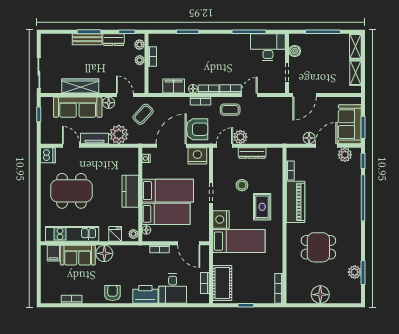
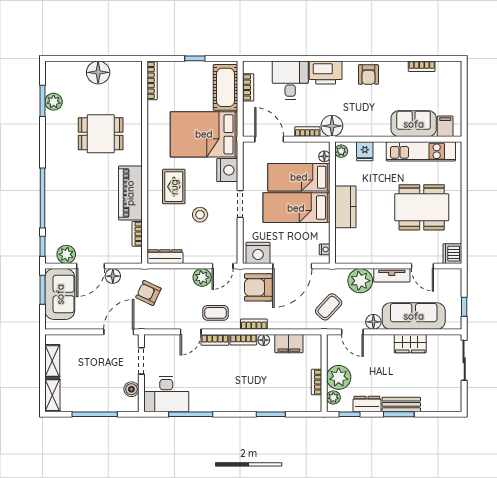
plant: (140, 60) -> (339, 377), width x1.88, depth x1.88
wardrobe: (80, 86) -> (410, 344), width x0.67
armchair: (282, 125) -> (148, 293), added
dresser: (252, 153) -> (165, 257), moved
bed: (239, 241) -> (204, 134), width x1.50
floor lamp: (104, 253) -> (332, 126), moved

